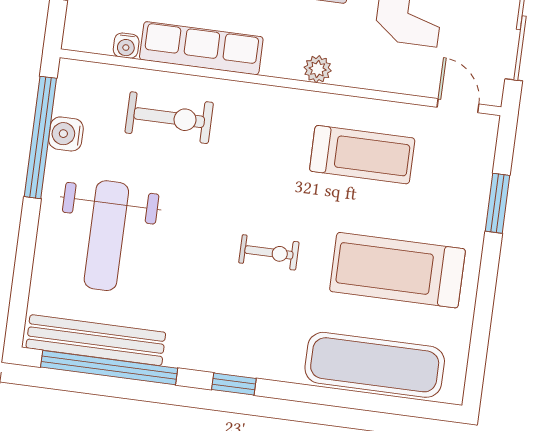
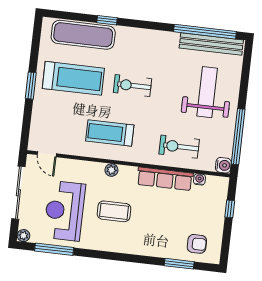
water cooler: (66, 134) -> (223, 165), moved
treadmill: (362, 155) -> (110, 133), moved
window: (497, 203) -> (31, 86), moved
exercise bike: (269, 252) -> (132, 86), width x1.38, depth x1.39
window: (234, 384) -> (107, 20), moved

